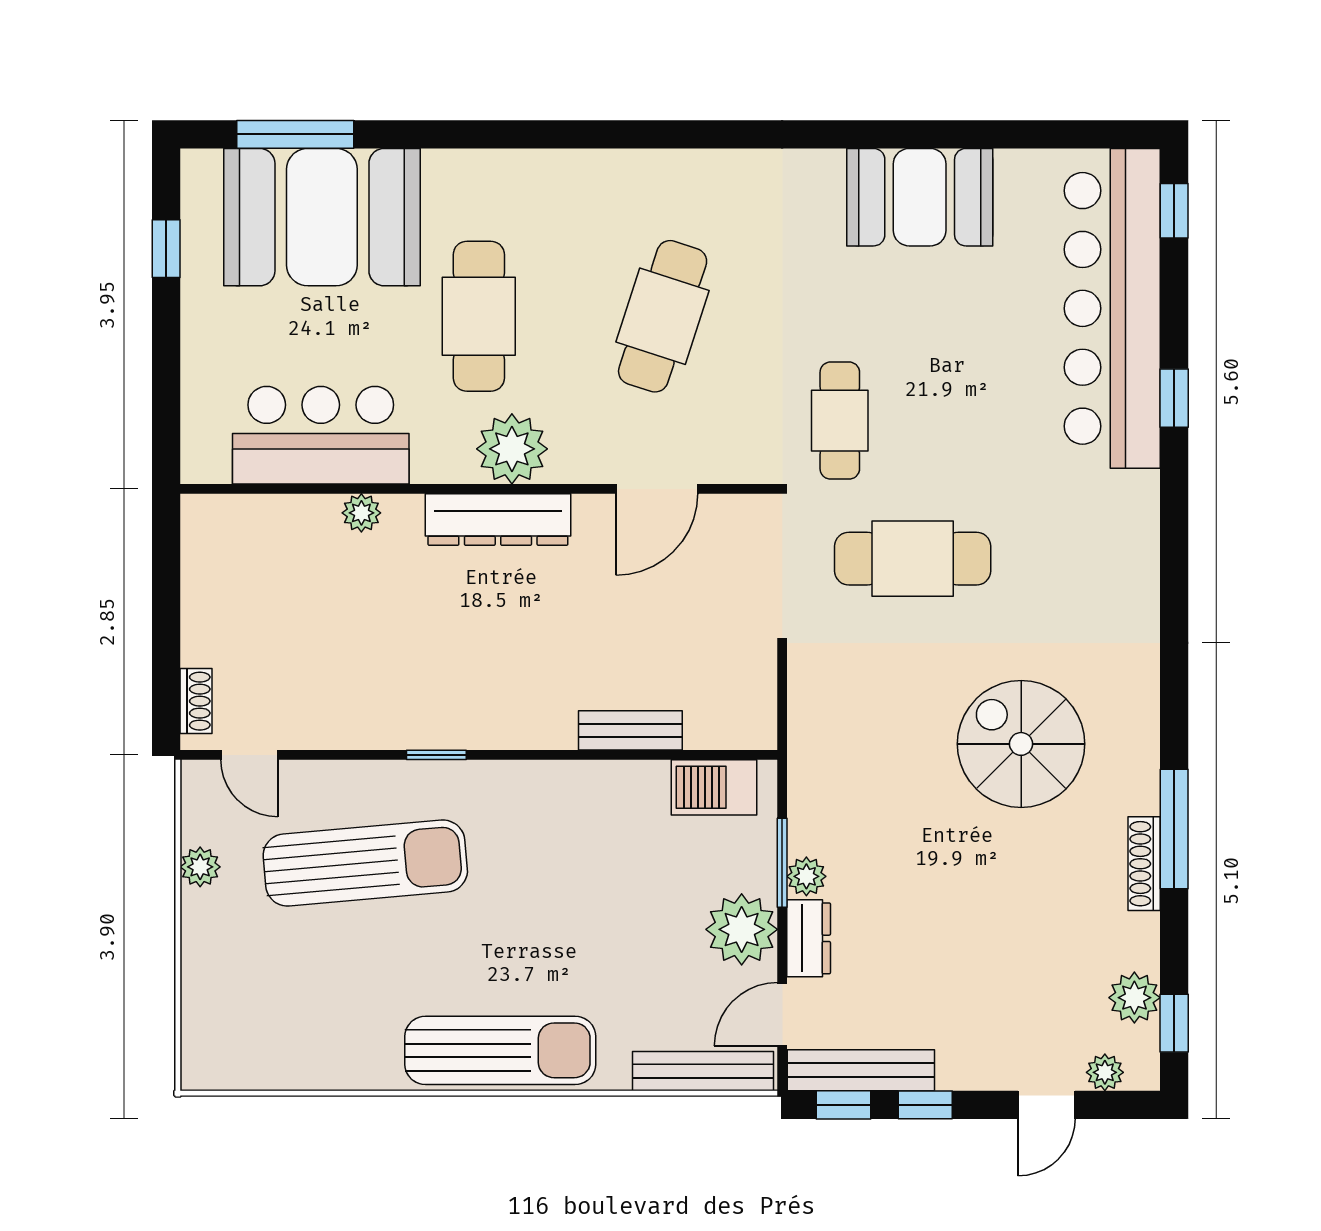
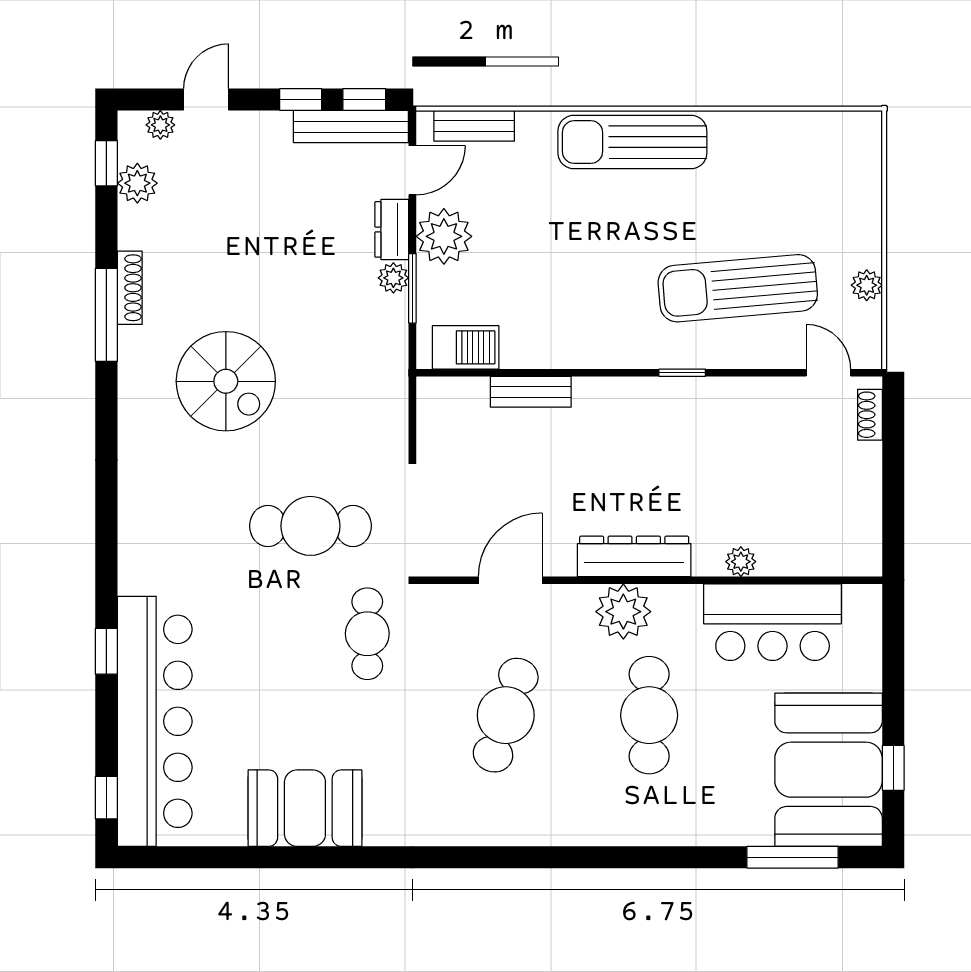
booth: (322, 217) -> (829, 770), moved, turned 90
bench: (703, 1071) -> (474, 126), width x0.73

